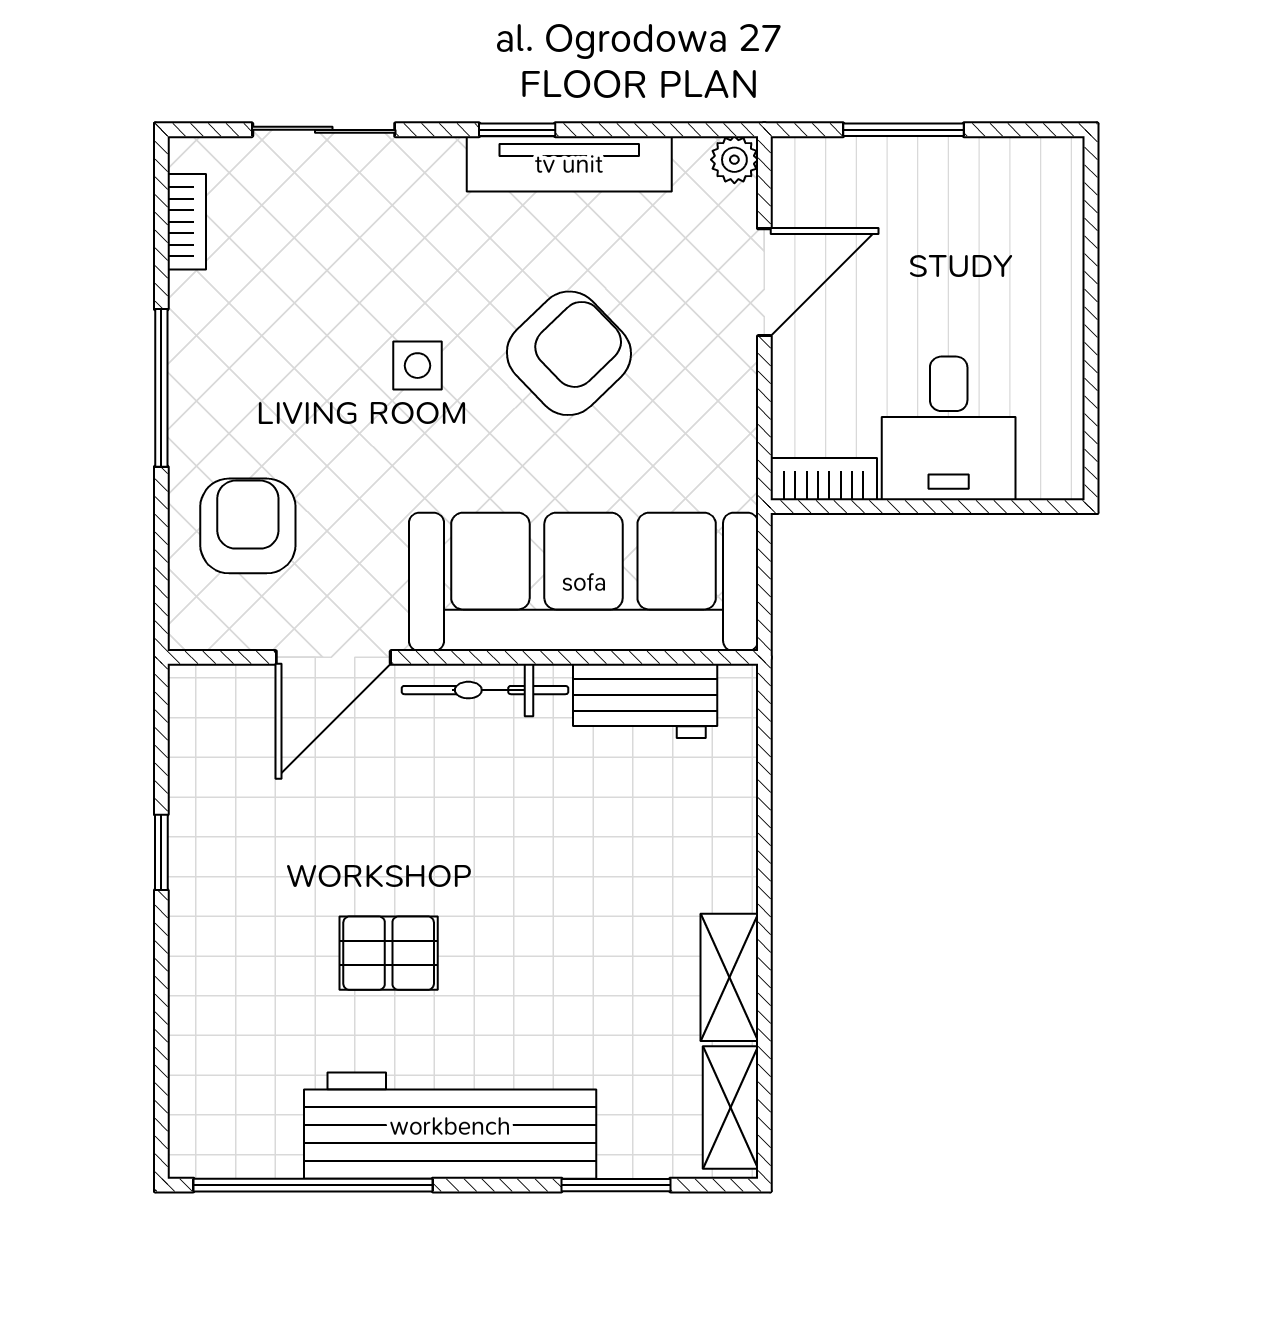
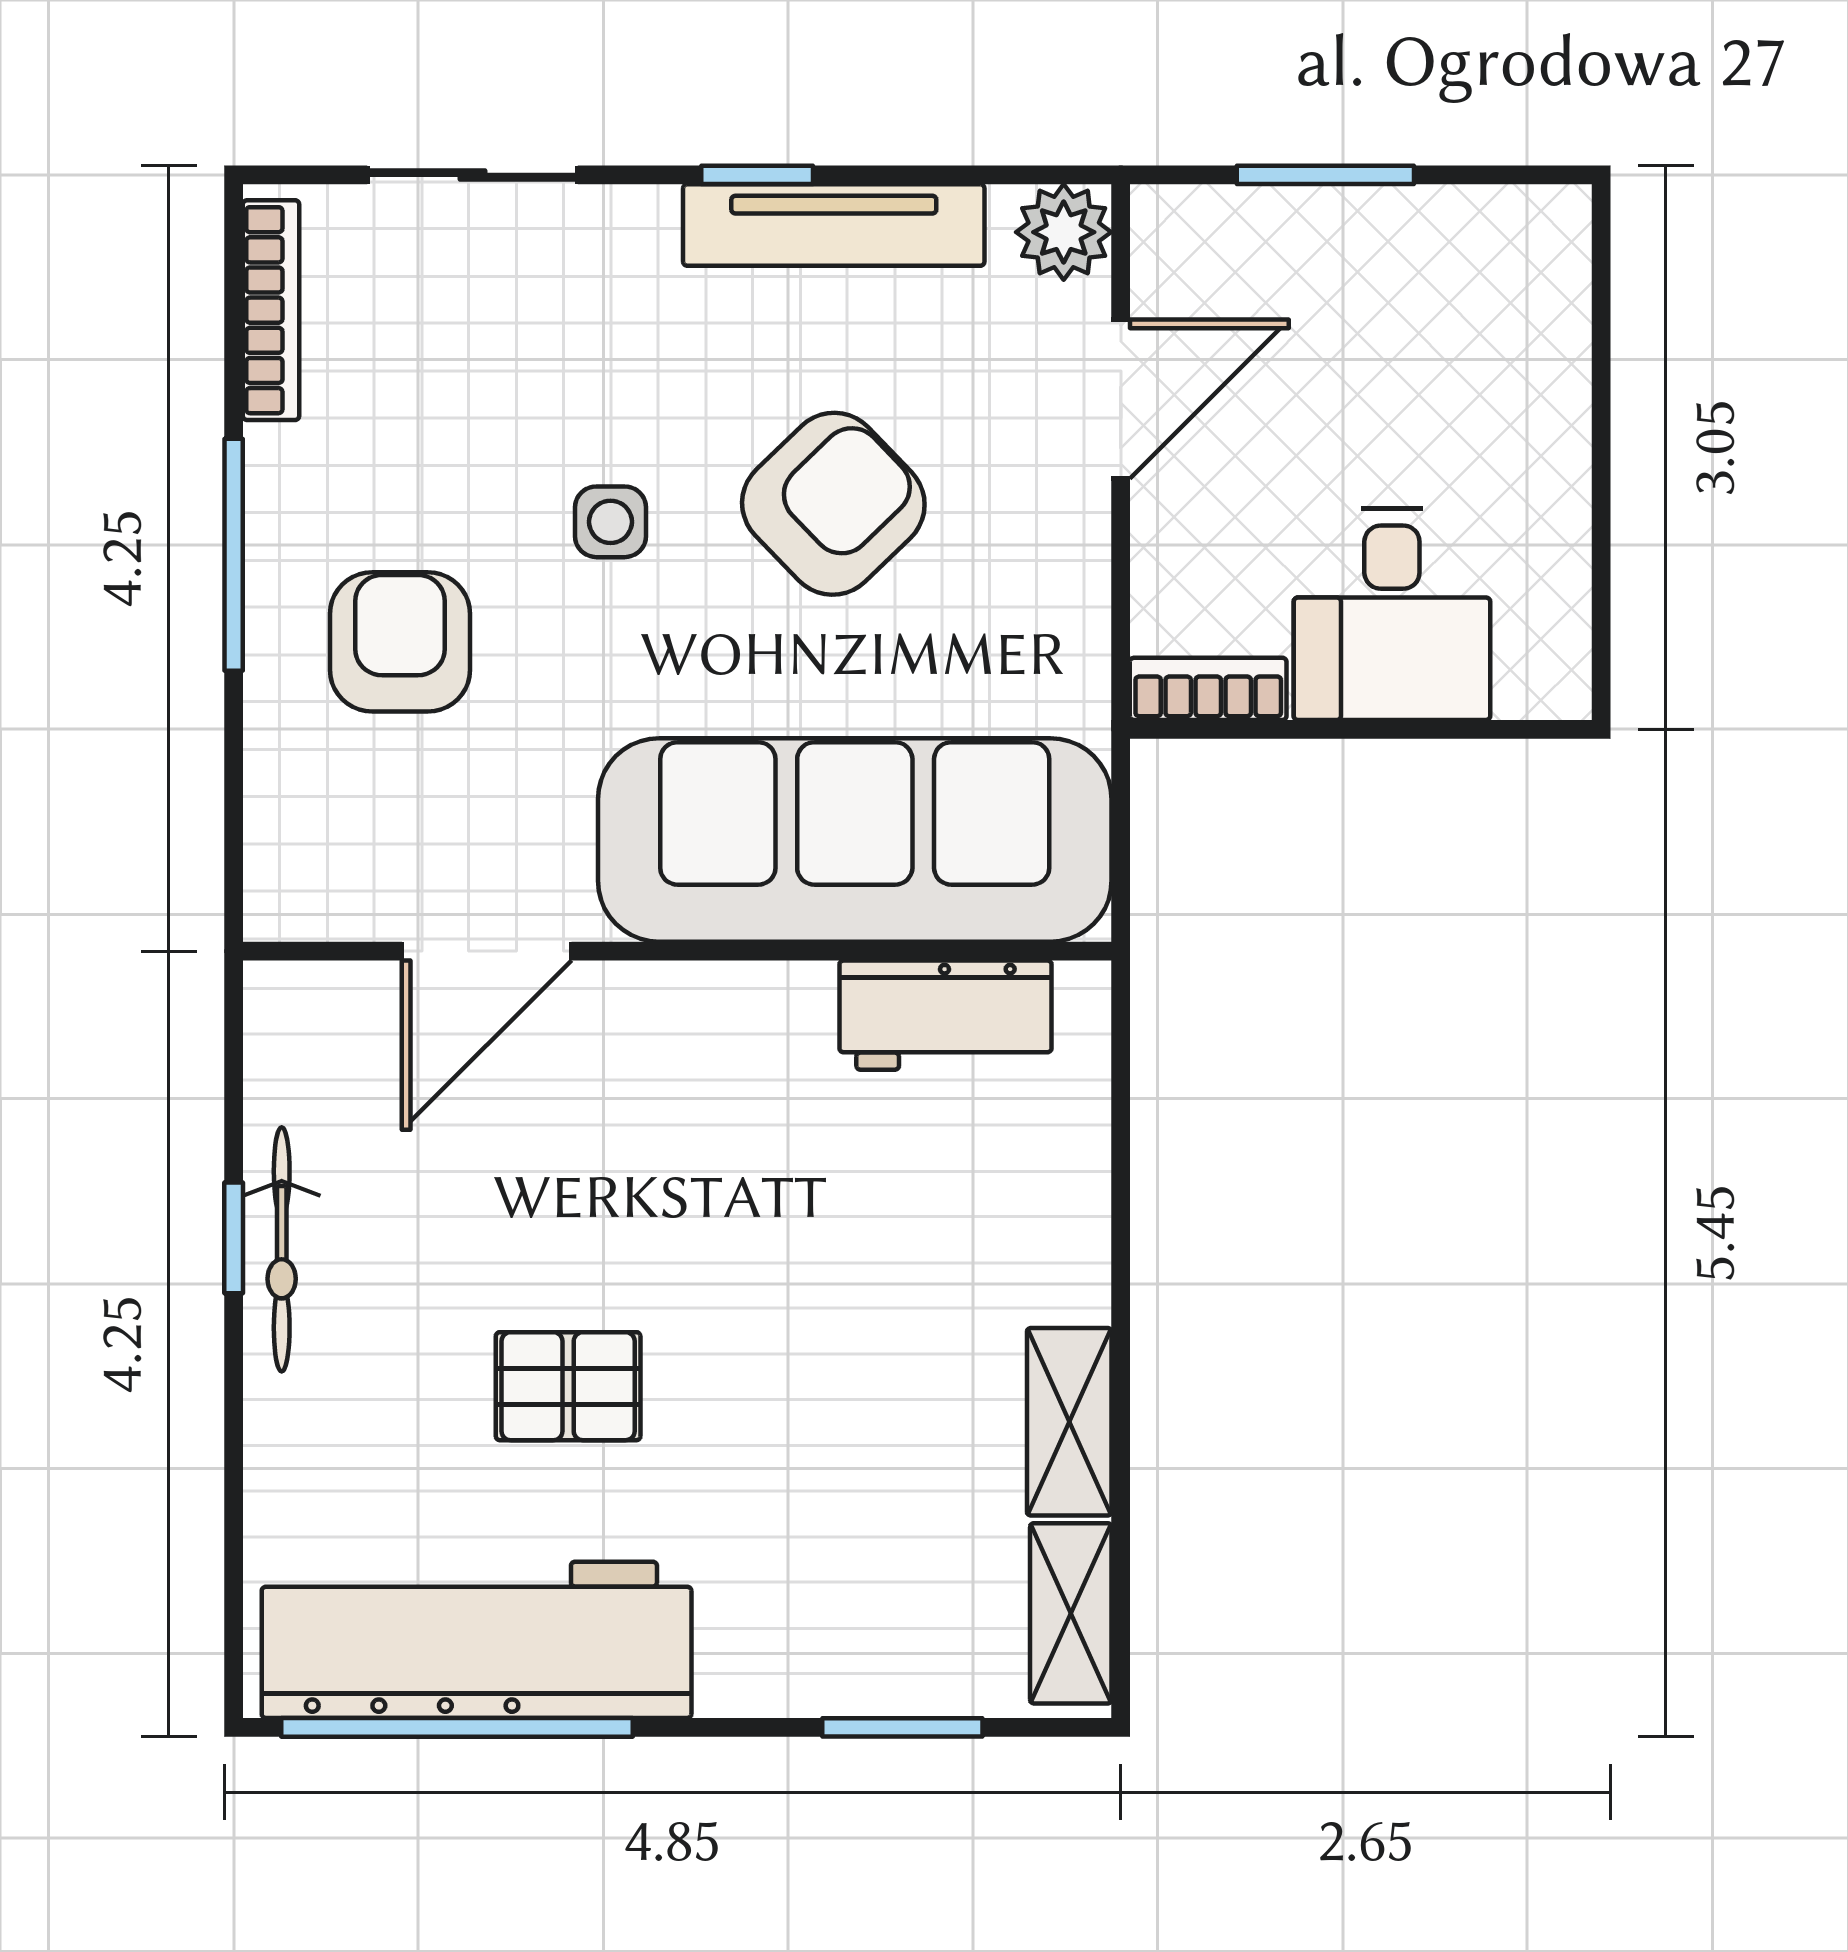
plant: (734, 160) -> (1064, 232), width x1.38, depth x1.38
bookcase: (187, 222) -> (271, 310), width x1.56
armchair: (248, 526) -> (400, 642), moved
bicycle: (485, 690) -> (282, 1249), moved, turned -90
workbench: (450, 1126) -> (477, 1640), moved

